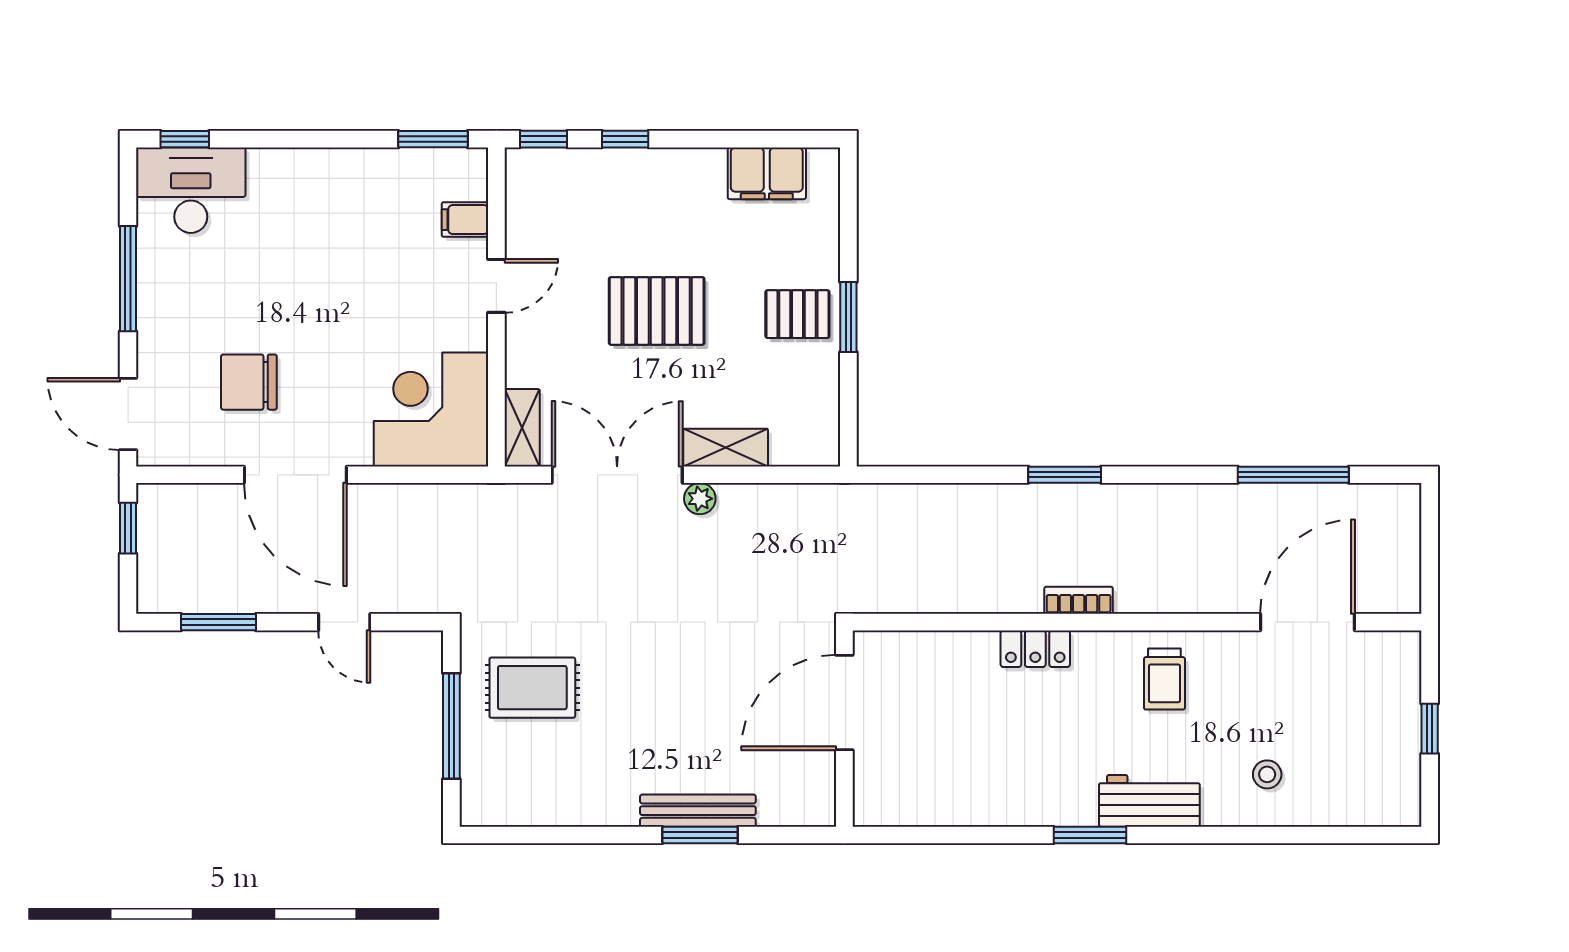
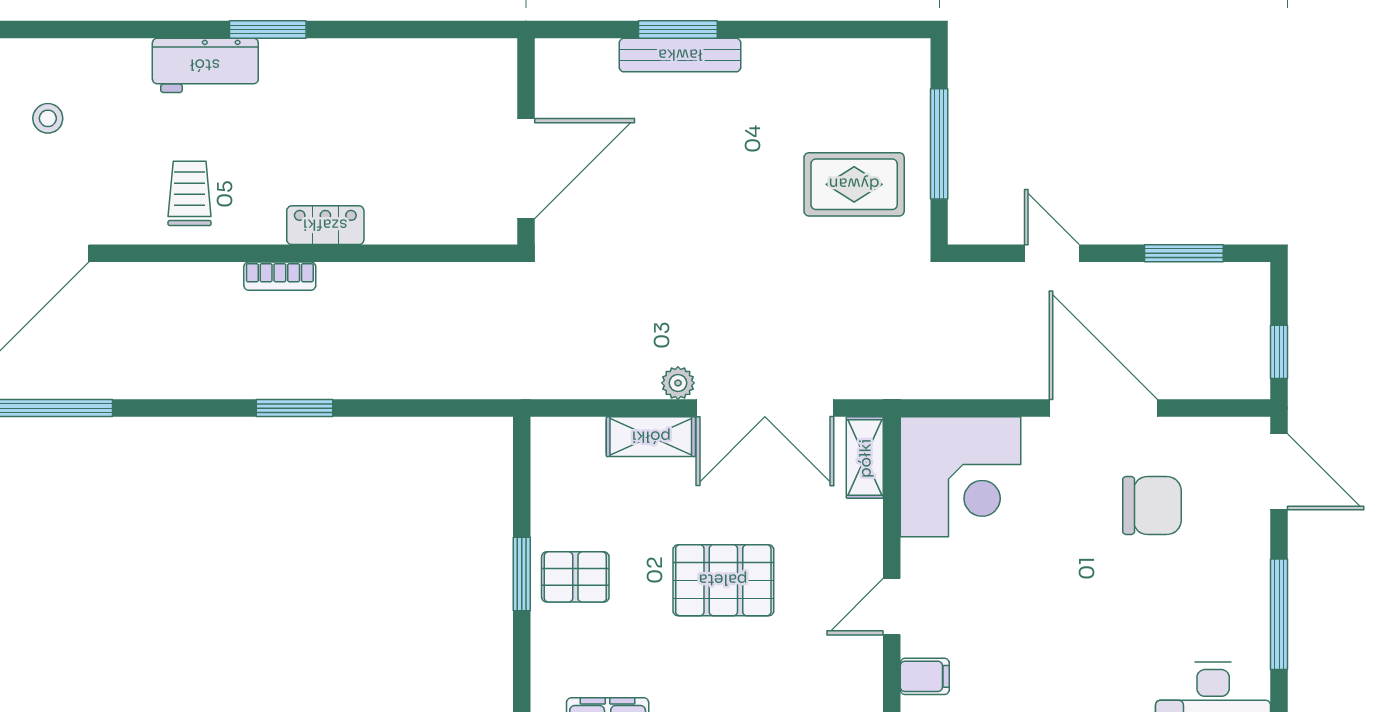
stool: (1267, 774) -> (48, 118), moved

